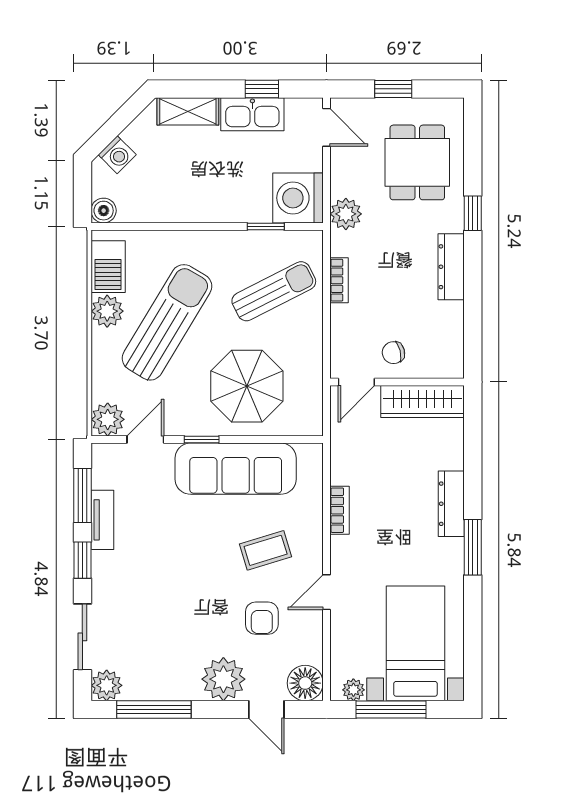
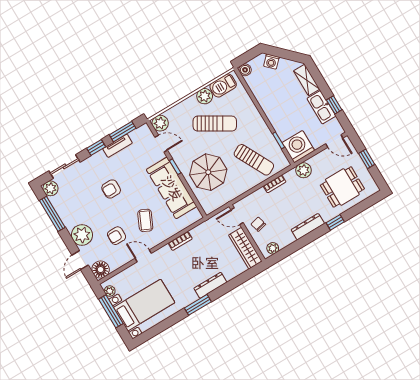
door: (326, 127) -> (334, 141), hinge flipped
sun lounger: (167, 322) -> (215, 124), width x0.73, depth x0.75
plant: (452, 353) -> (273, 248), added
coffee table: (266, 550) -> (145, 220), turned 42
armchair: (173, 578) -> (111, 189), added

